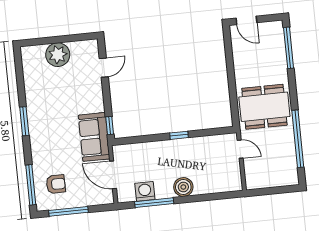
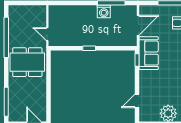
door: (113, 175) -> (138, 25), hinge flipped
boiler: (183, 187) -> (90, 12), removed
washing machine: (145, 191) -> (104, 11), moved

